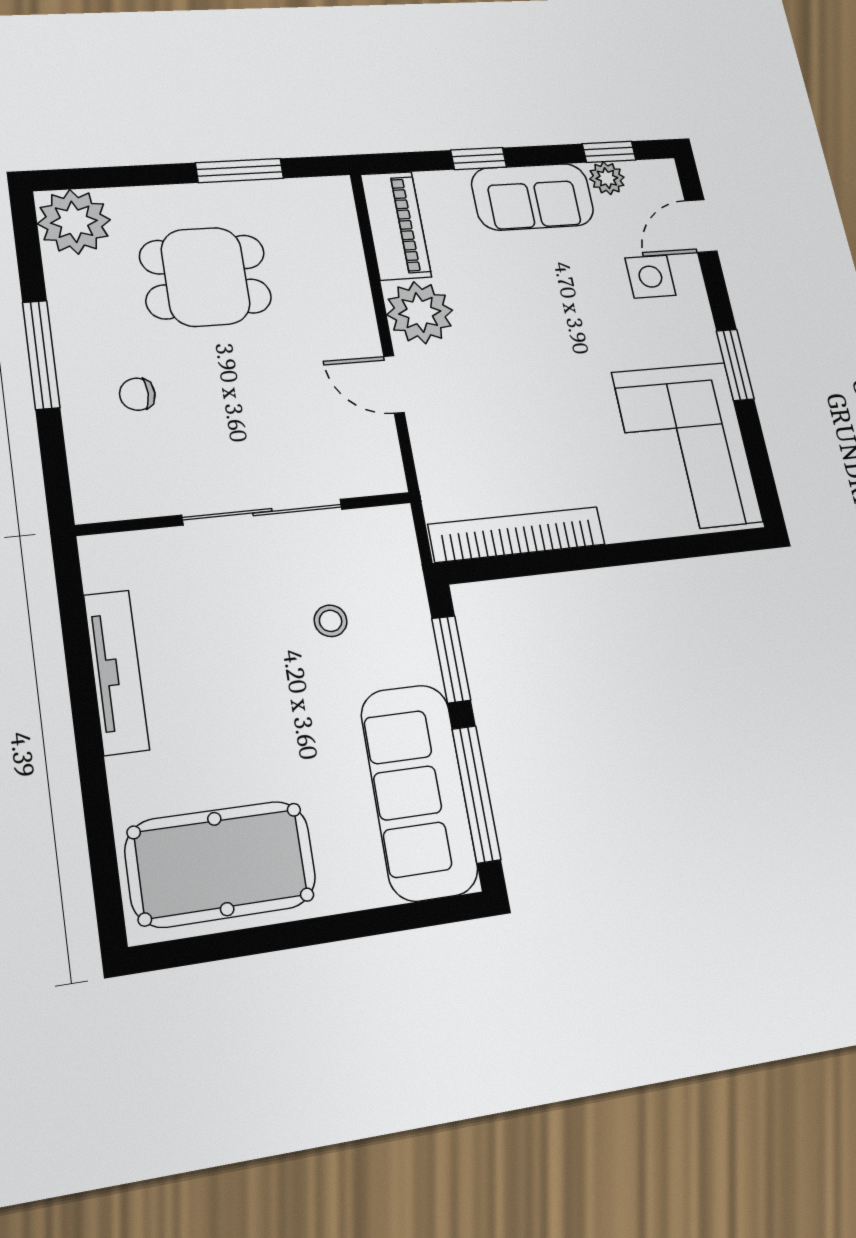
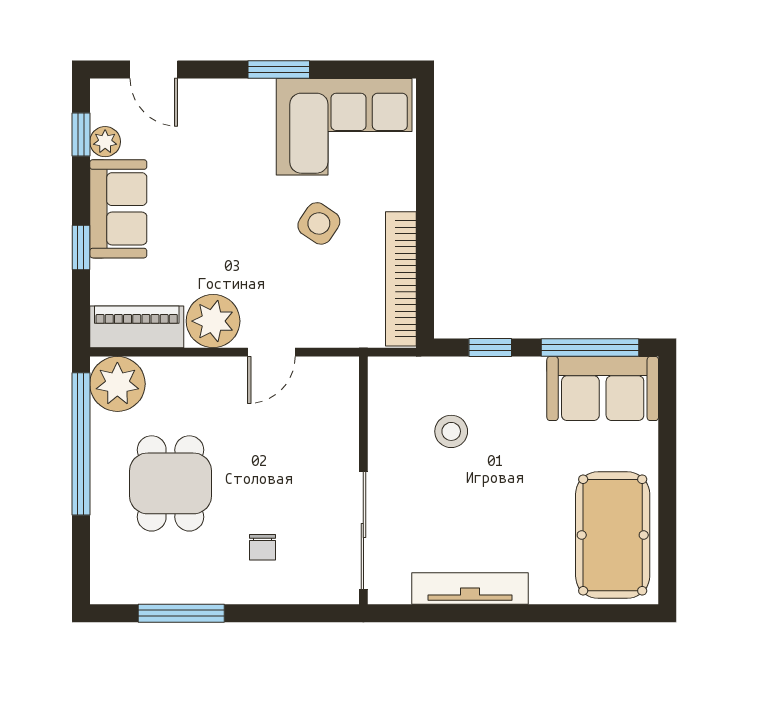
window: (240, 171) -> (81, 444), width x2.11
plant: (74, 222) -> (117, 384), moved
side table: (650, 277) -> (319, 223), moved, turned 34
window: (41, 355) -> (181, 613), moved
sliding door: (262, 512) -> (363, 530), moved
stool: (331, 621) -> (451, 431), width x1.37, depth x1.37
window: (451, 659) -> (490, 347), width x0.67
sofa: (419, 791) -> (603, 389), width x0.73

